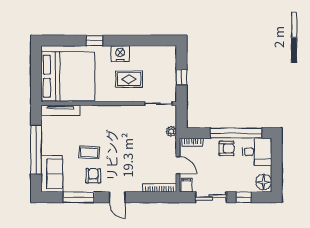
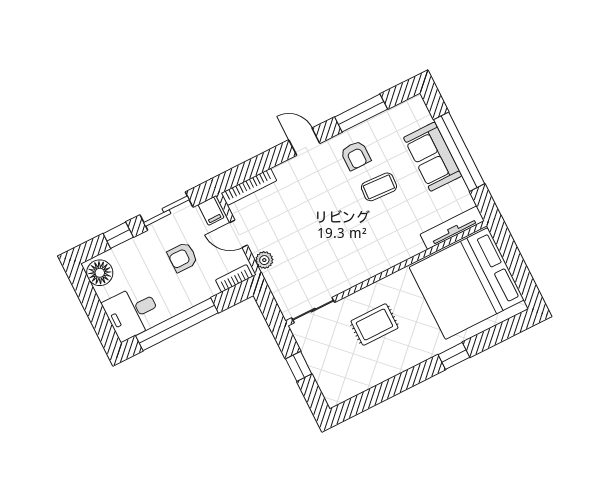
nightstand: (120, 54) -> (406, 355), removed
plant: (171, 131) -> (264, 260), moved
armchair: (227, 148) -> (182, 257), moved
sofa: (52, 174) -> (433, 157), moved

